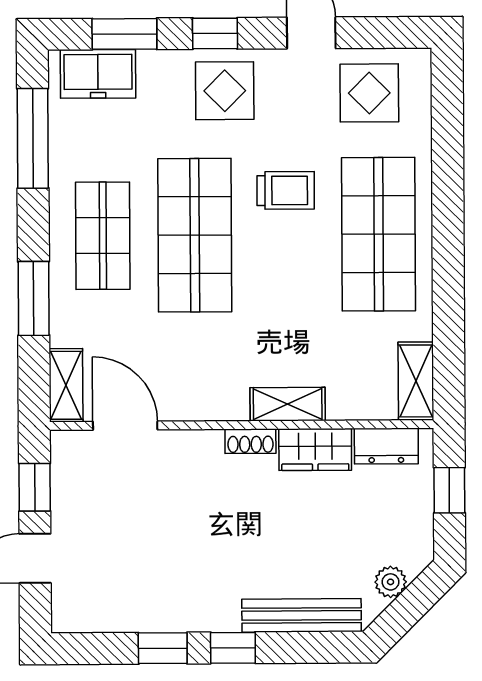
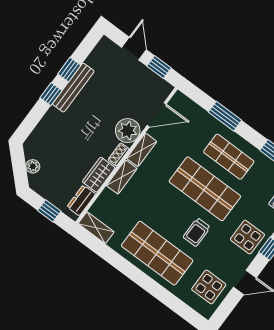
shelving: (66, 385) -> (142, 150), moved, turned 90
plant: (194, 457) -> (128, 131), added
bench: (302, 615) -> (73, 88), moved

